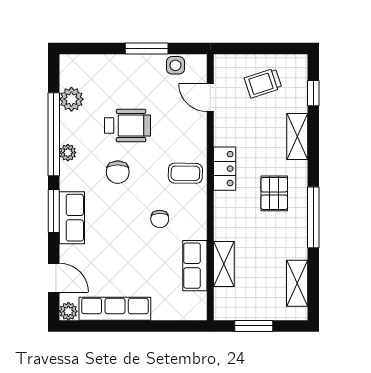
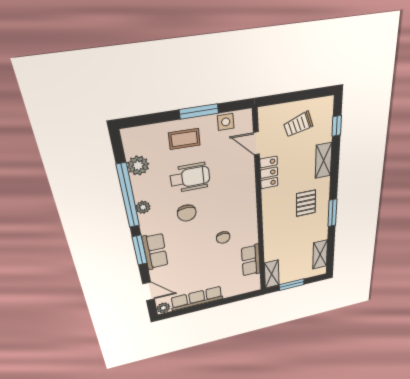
locker: (225, 169) -> (269, 173), moved
coffee table: (185, 173) -> (184, 139), moved
window: (313, 217) -> (332, 213), width x0.69
shelving: (224, 264) -> (272, 274), moved

